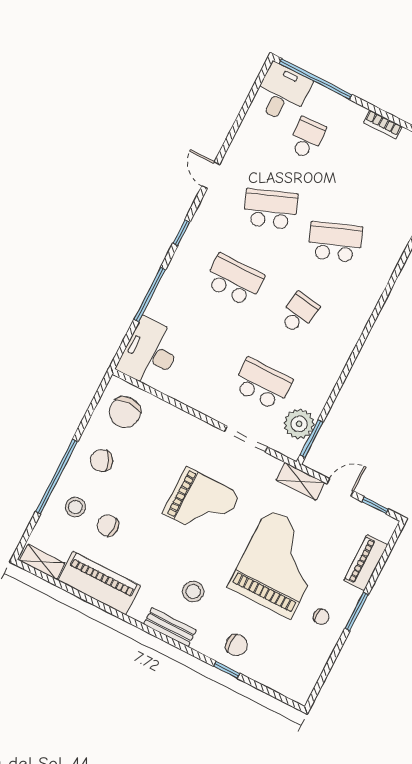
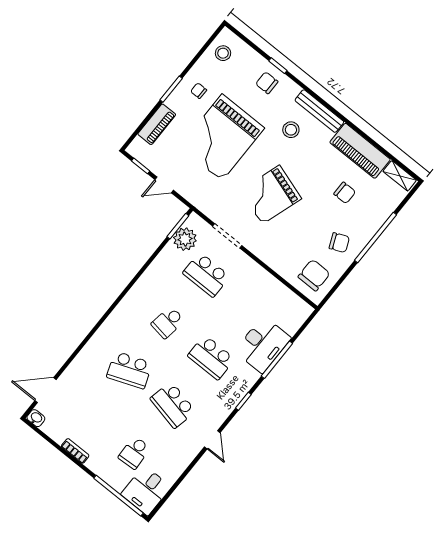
school desk: (270, 209) -> (173, 405), turned 33
desk: (150, 353) -> (263, 345), moved
shelving: (300, 481) -> (193, 196), removed
grand piano: (201, 504) -> (271, 195), turned -72
stool: (75, 507) -> (223, 53), moved
bench: (170, 627) -> (319, 111), width x1.36

